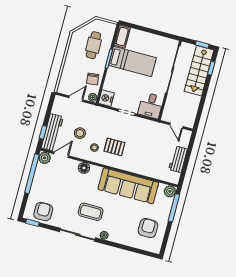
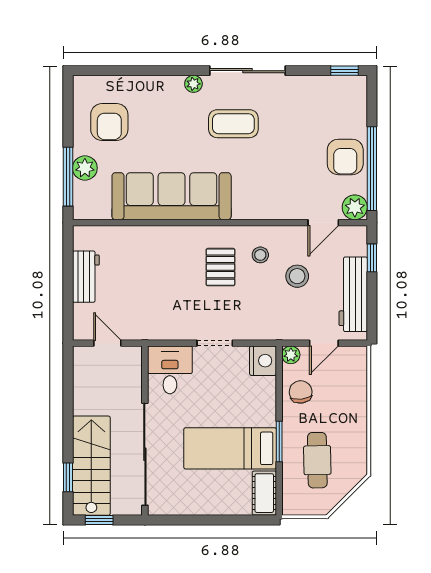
workbench: (52, 132) -> (353, 294), moved
pallet: (114, 147) -> (220, 267), turned 90
floor lamp: (84, 168) -> (270, 208), removed
plant: (170, 191) -> (85, 168), moved
armchair: (43, 212) -> (345, 157), moved

